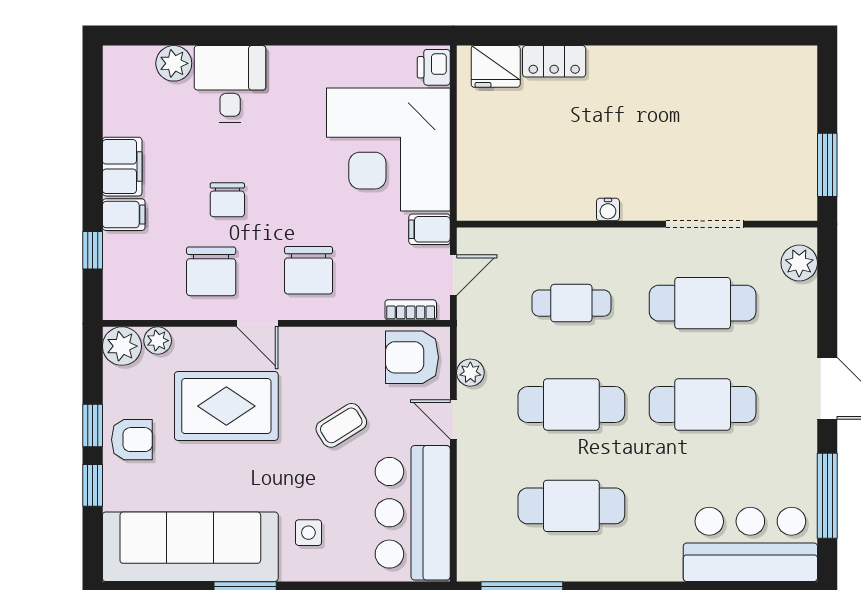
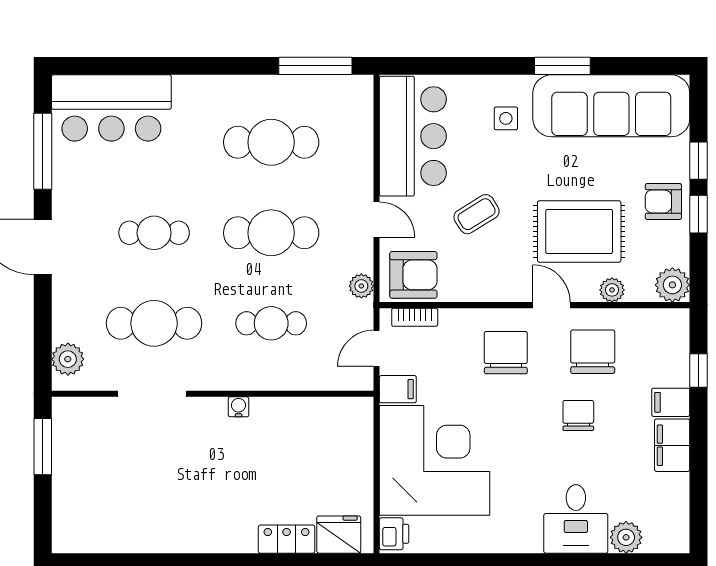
plant: (158, 341) -> (612, 290), moved
plant: (470, 373) -> (361, 286), moved
cafe table: (703, 405) -> (154, 233), width x0.73, depth x0.74

